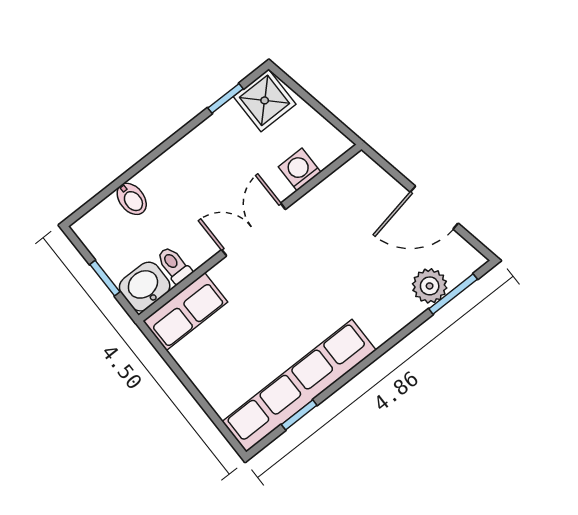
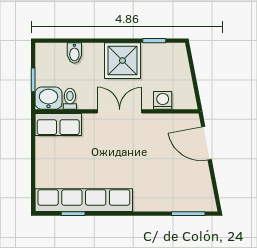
shower: (265, 100) -> (122, 61), moved, width x1.36, depth x1.36
door: (434, 208) -> (206, 143), moved
plant: (430, 286) -> (180, 201), removed

